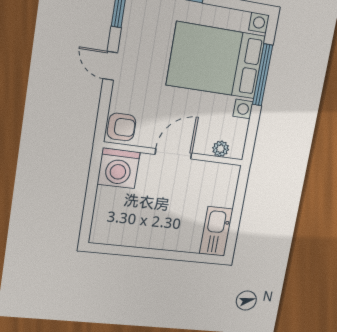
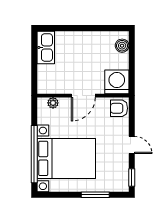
window: (263, 75) -> (34, 154), width x1.46
boiler: (102, 222) -> (122, 46), added

